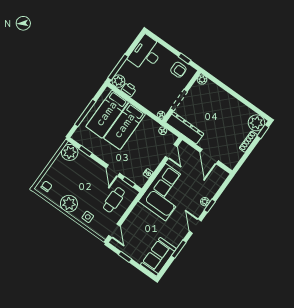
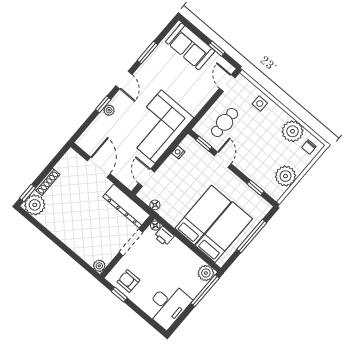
printer: (129, 89) -> (164, 236), moved
plant: (70, 152) -> (286, 176), moved
plant: (69, 204) -> (293, 131), moved
sofa: (158, 257) -> (190, 46), moved, turned 90

